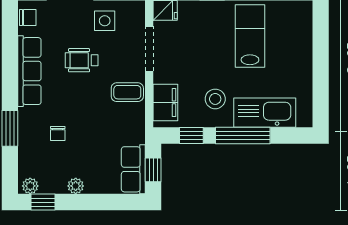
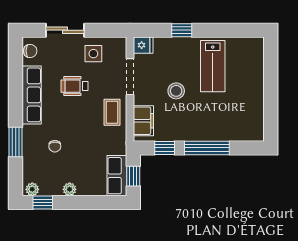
lab bench: (250, 36) -> (213, 66), turned 180
coffee table: (127, 92) -> (112, 112), turned 90
stool: (215, 99) -> (176, 91), moved
kitchen sink: (265, 113) -> (225, 129), removed

